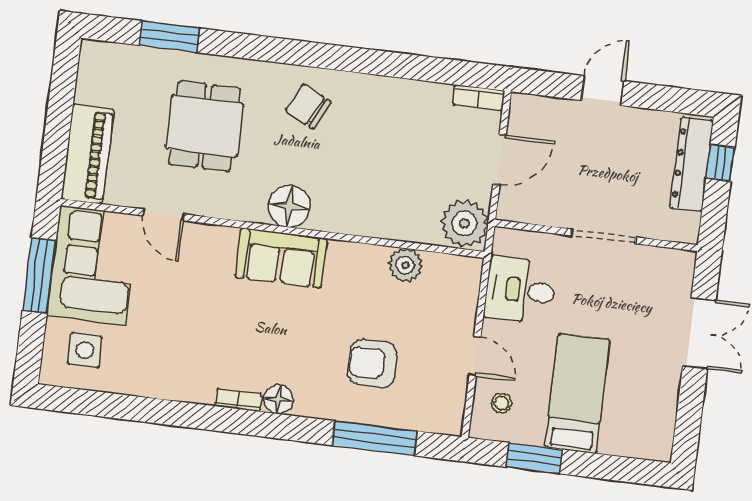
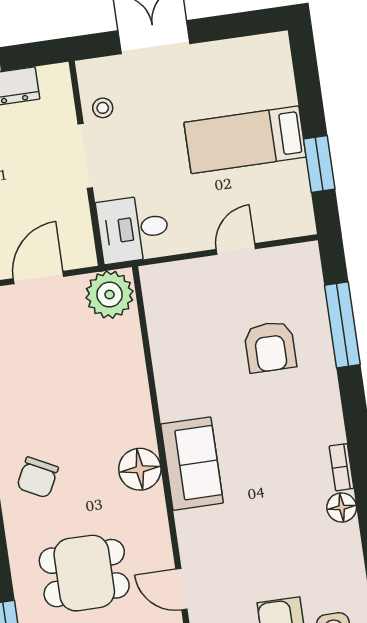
door: (499, 160) -> (39, 277), hinge flipped
door: (164, 215) -> (181, 589), swing flipped
plant: (405, 265) -> (166, 341), removed
desk: (520, 290) -> (133, 229), moved, turned 90
floor lamp: (278, 400) -> (342, 507), moved
stool: (502, 403) -> (103, 108), moved

